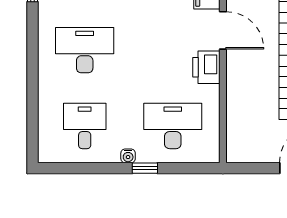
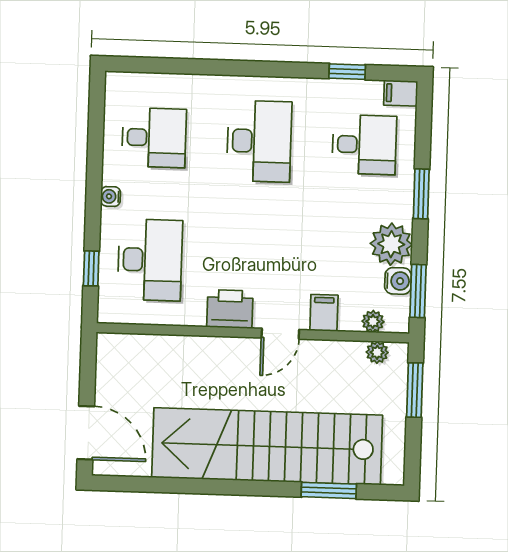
door: (223, 30) -> (280, 334), width x0.73
window: (145, 168) -> (91, 268), moved

